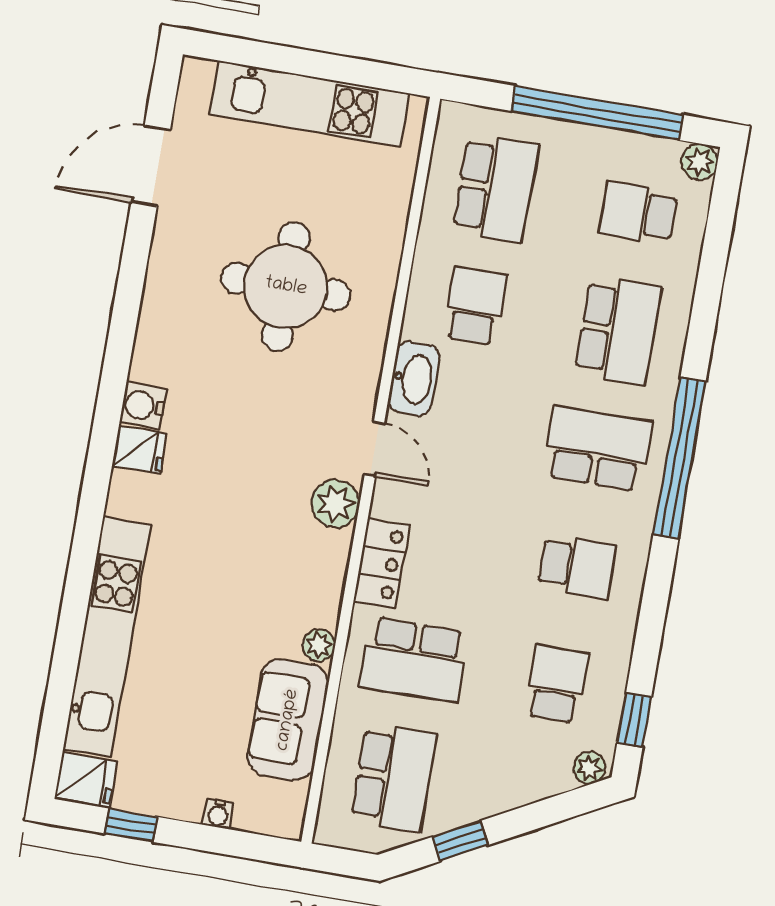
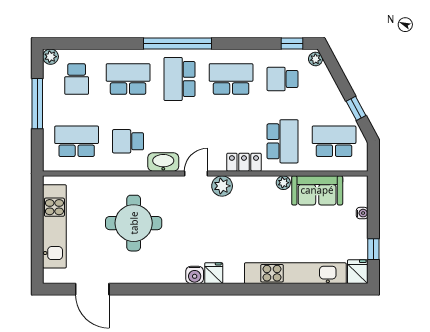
window: (597, 113) -> (37, 104), width x0.68
school desk: (577, 567) -> (231, 79), width x1.85

